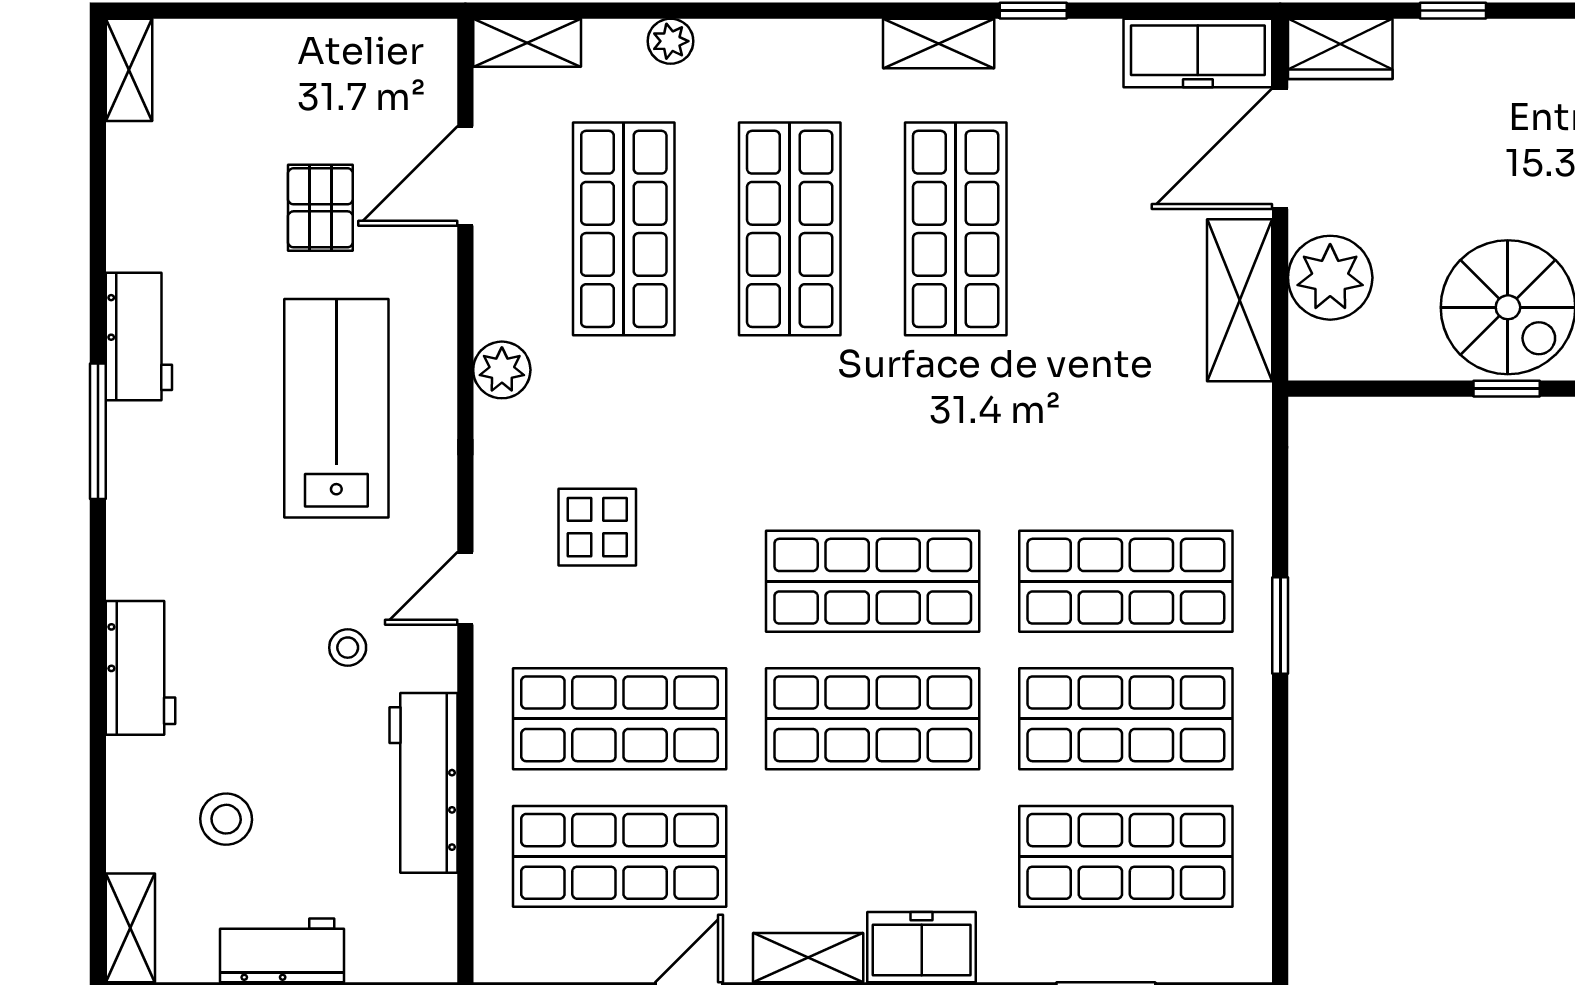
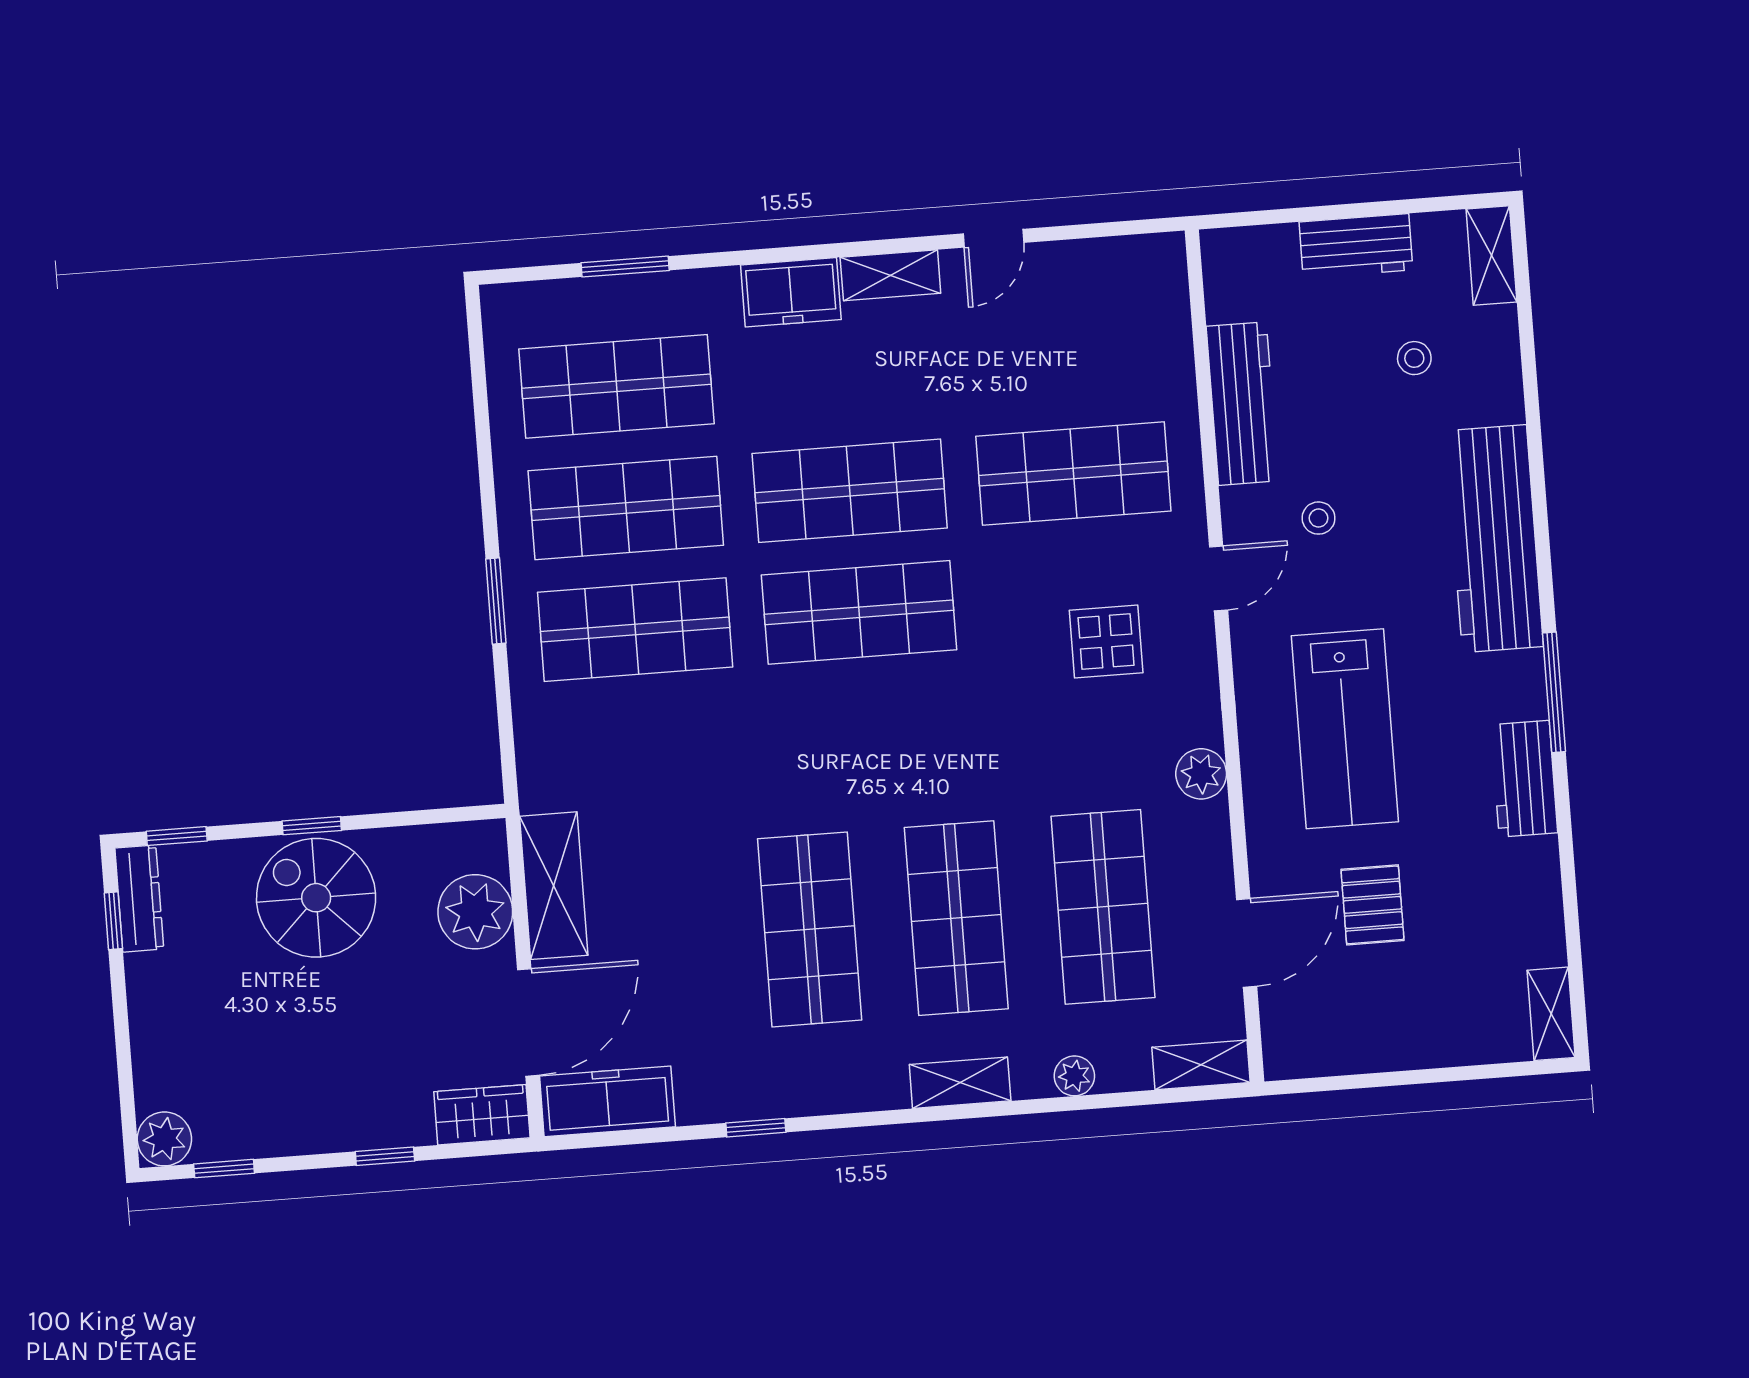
shelving: (939, 44) -> (960, 1083), moved
workbench: (140, 668) -> (1494, 539), width x1.88, depth x1.32
stool: (226, 819) -> (1414, 358), width x0.73, depth x0.73
shop shelf: (620, 856) -> (1064, 352), removed

